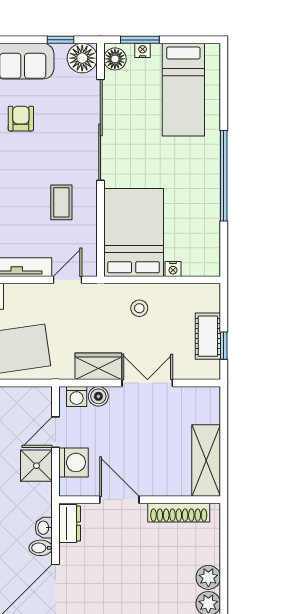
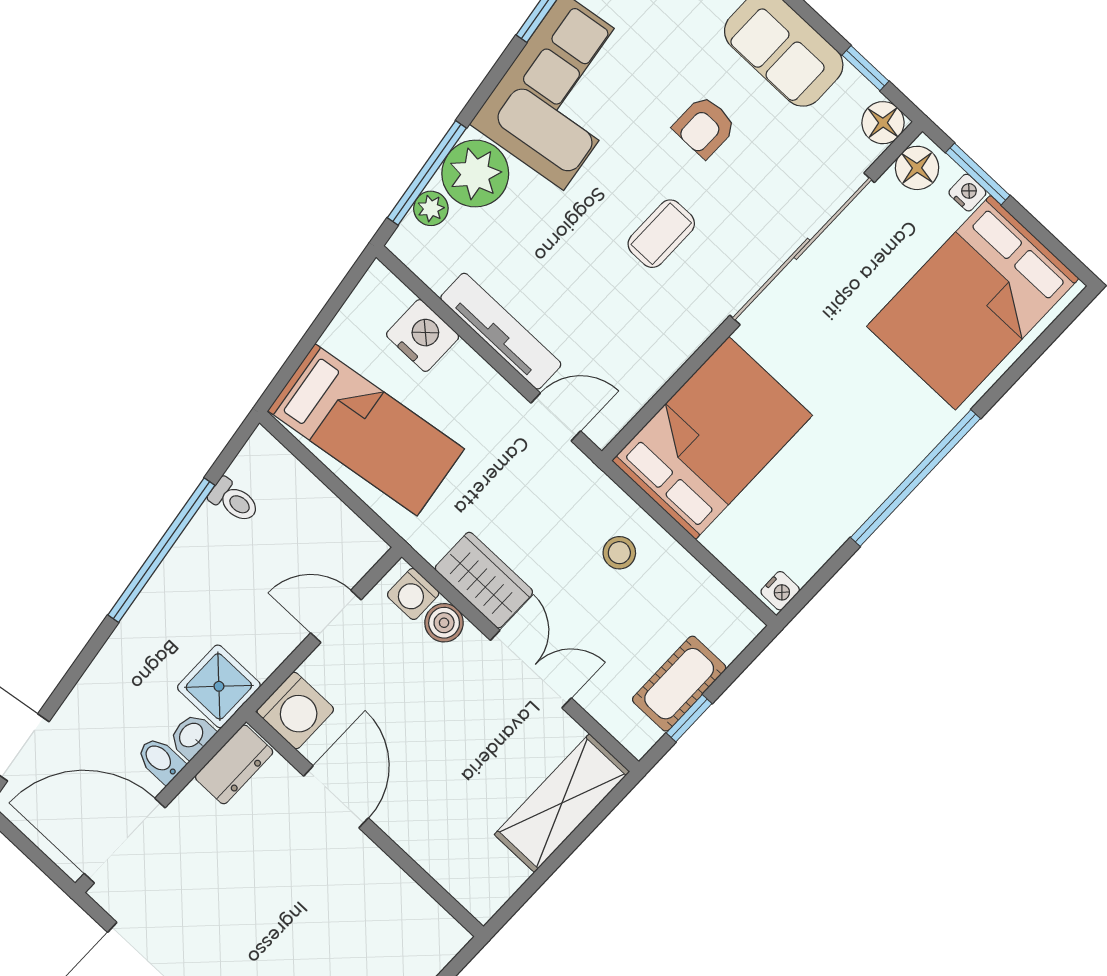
floor lamp: (82, 58) -> (883, 123), width x0.73, depth x0.73
bed: (183, 90) -> (973, 303), width x1.50
armchair: (21, 119) -> (704, 127), turned 180
coffee table: (61, 202) -> (661, 234), moved
nightstand: (173, 269) -> (780, 591), moved, turned -90
shelving: (206, 461) -> (562, 803), moved
washing machine: (74, 462) -> (295, 711), moved
shower: (36, 466) -> (219, 686), moved
shoe rack: (179, 513) -> (403, 894), removed

